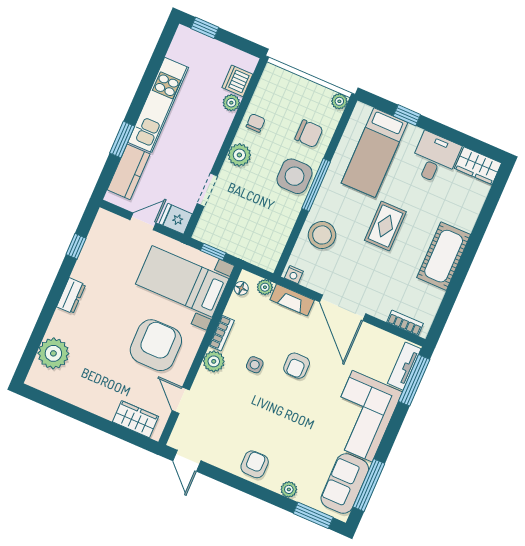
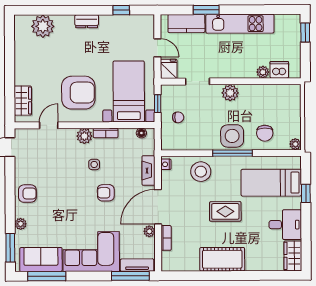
chair: (256, 123) -> (178, 117), moved
plant: (265, 287) -> (149, 231), moved
bookcase: (405, 323) -> (166, 238), moved

